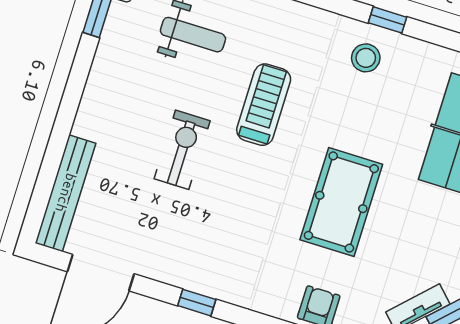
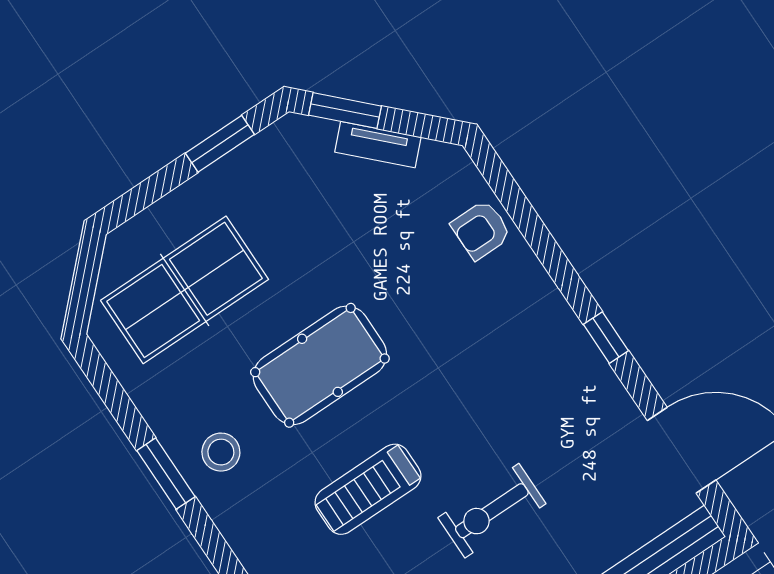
window: (388, 20) -> (166, 474), width x1.50
pool table: (341, 202) -> (320, 365), moved

